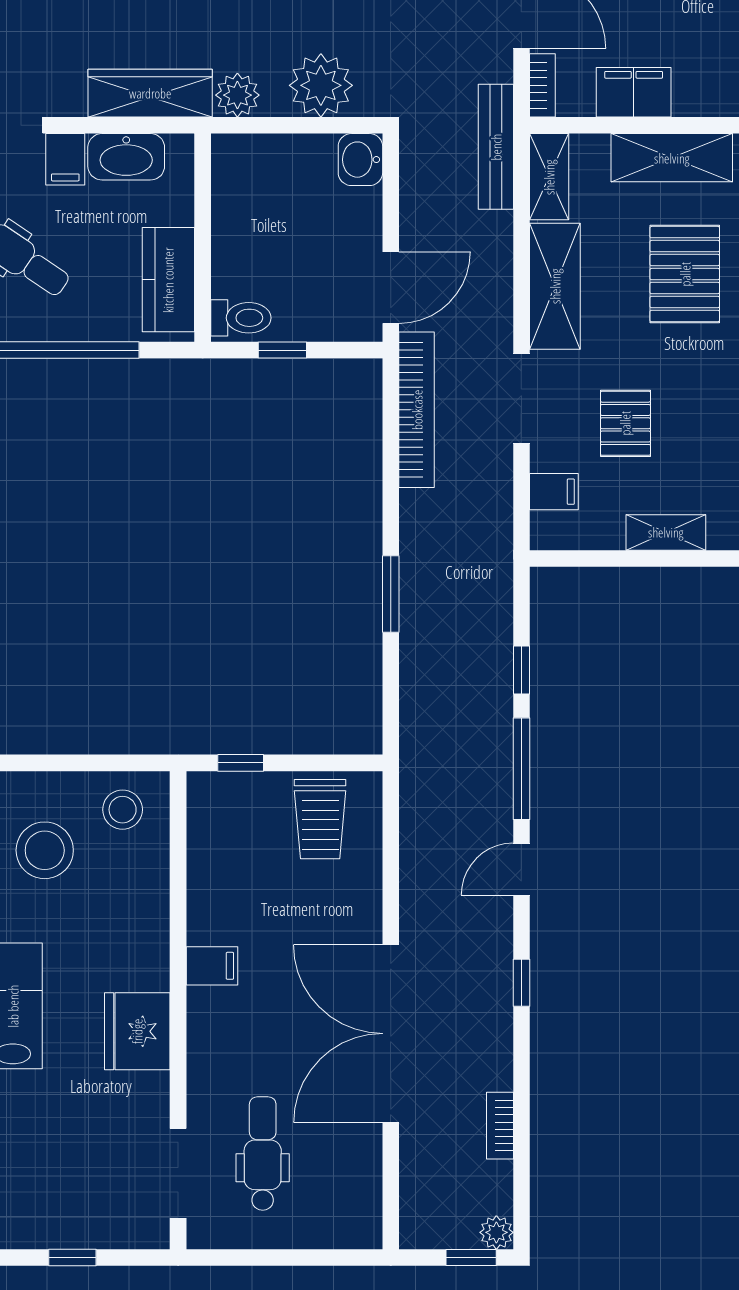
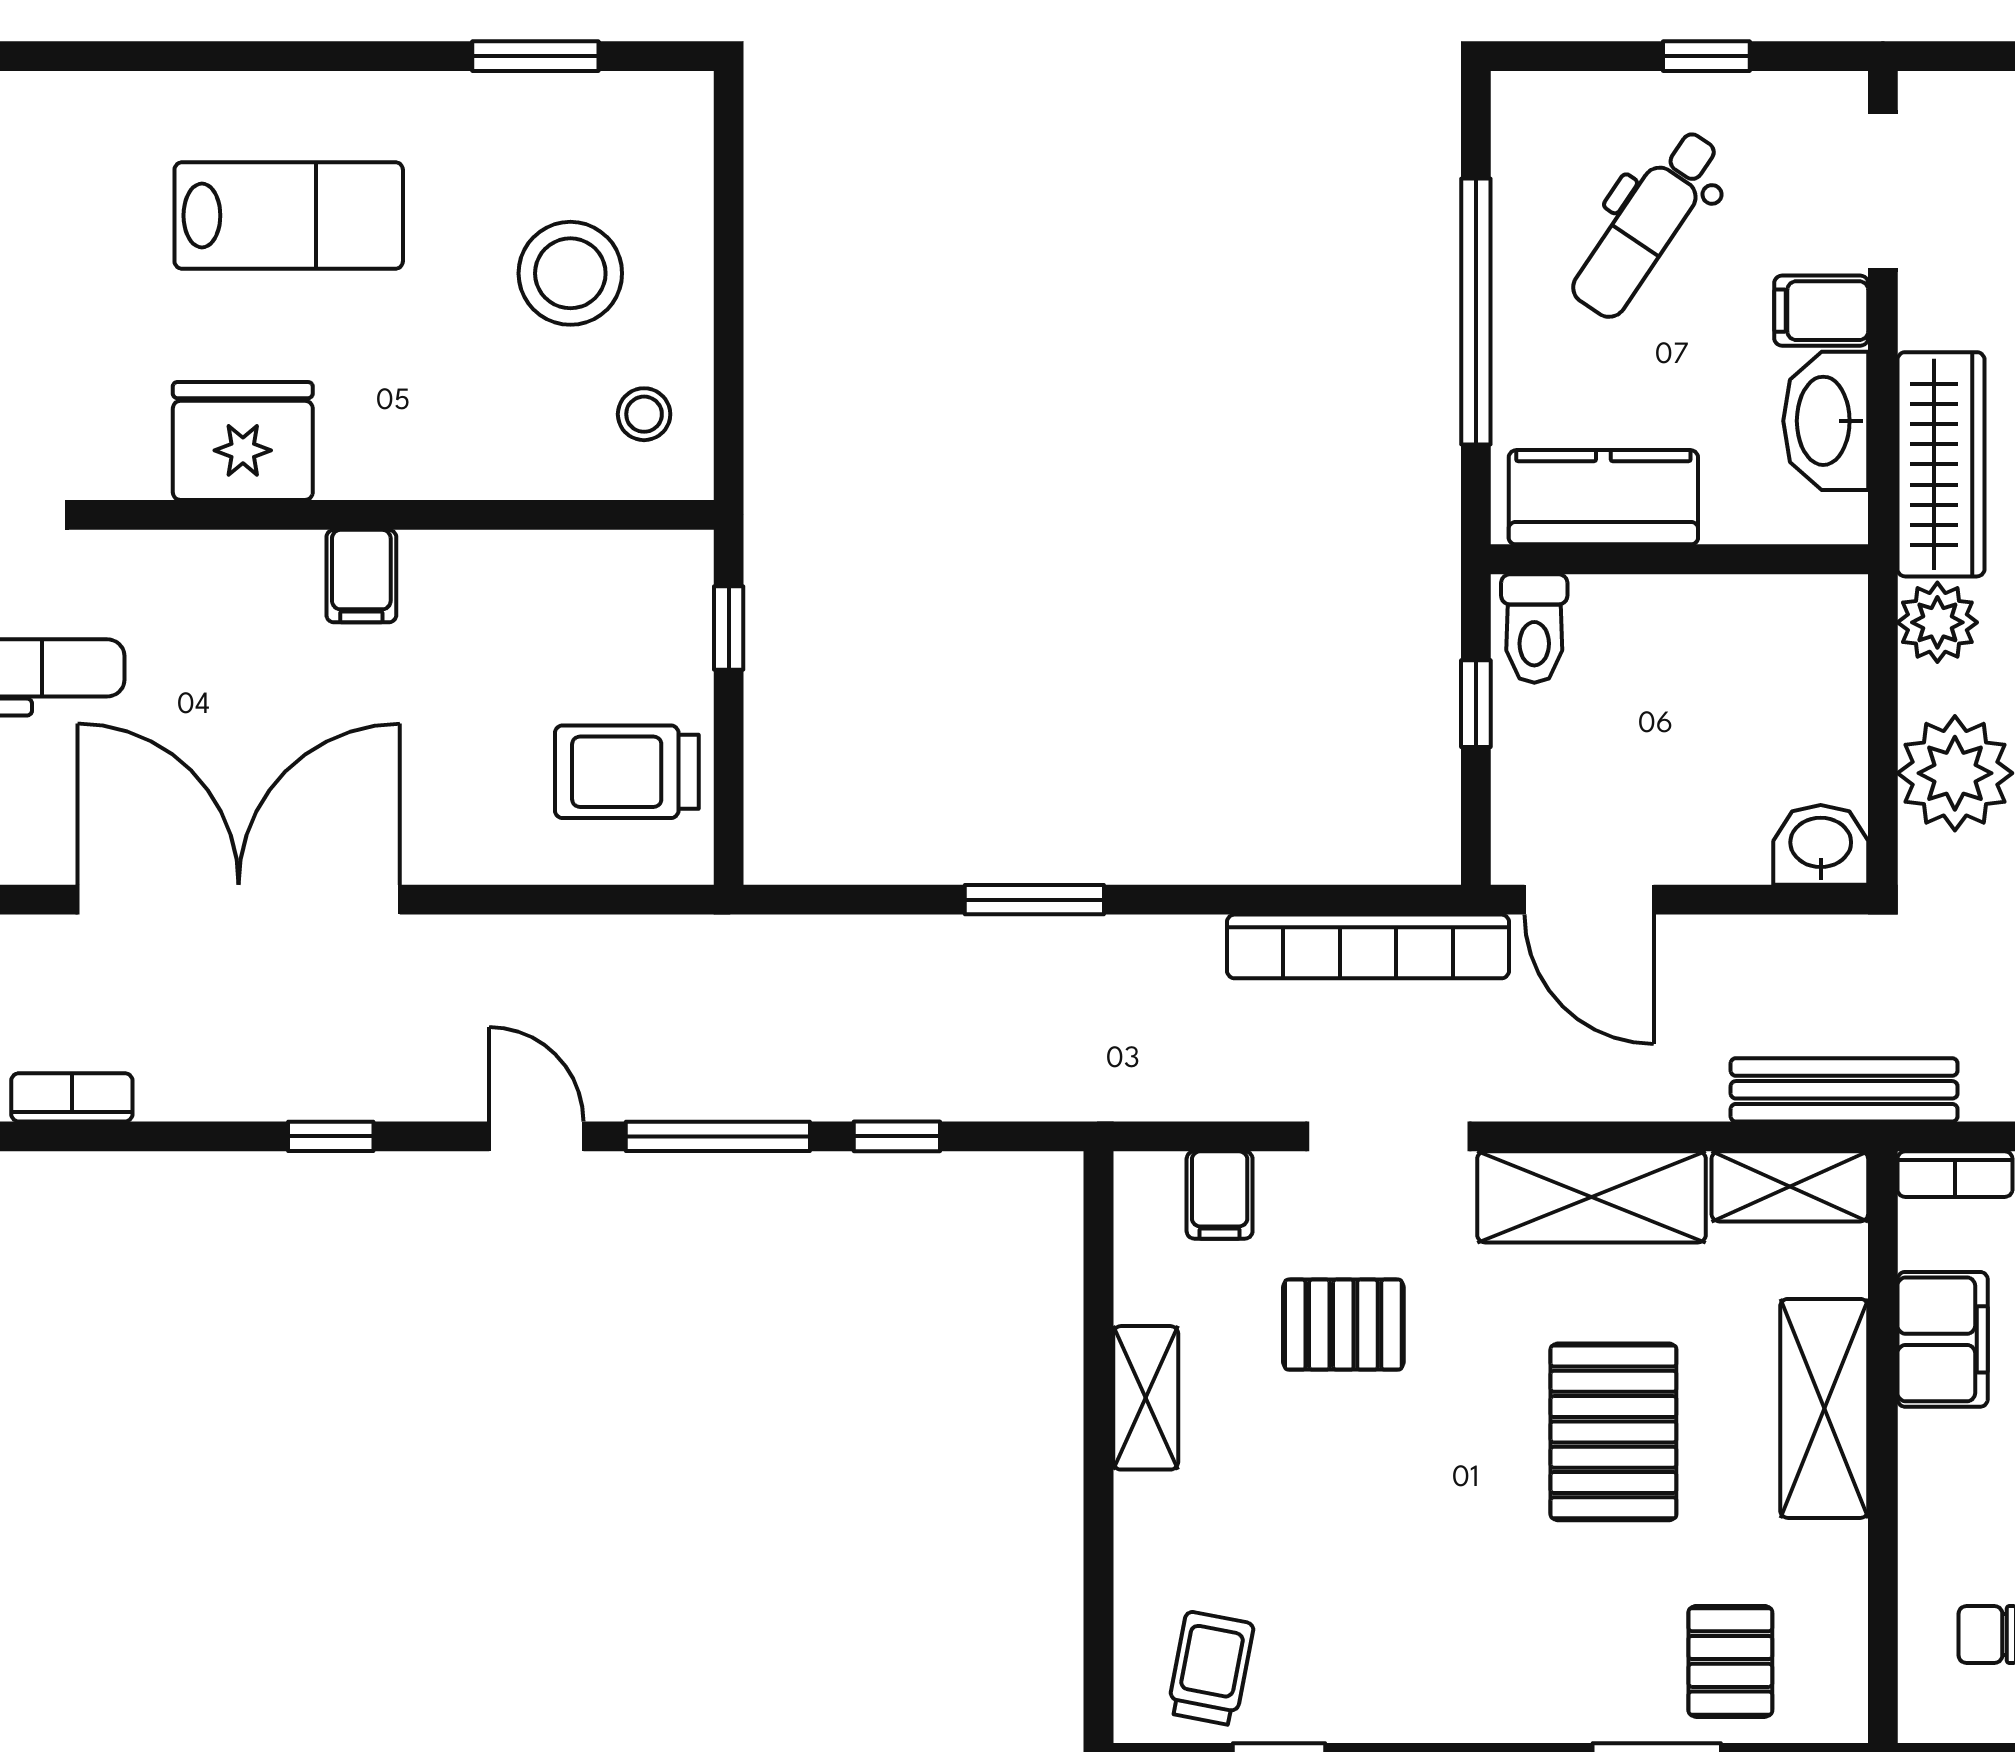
pallet: (685, 274) -> (1613, 1432), turned 90
stool: (123, 810) -> (644, 414), width x0.73, depth x0.73

